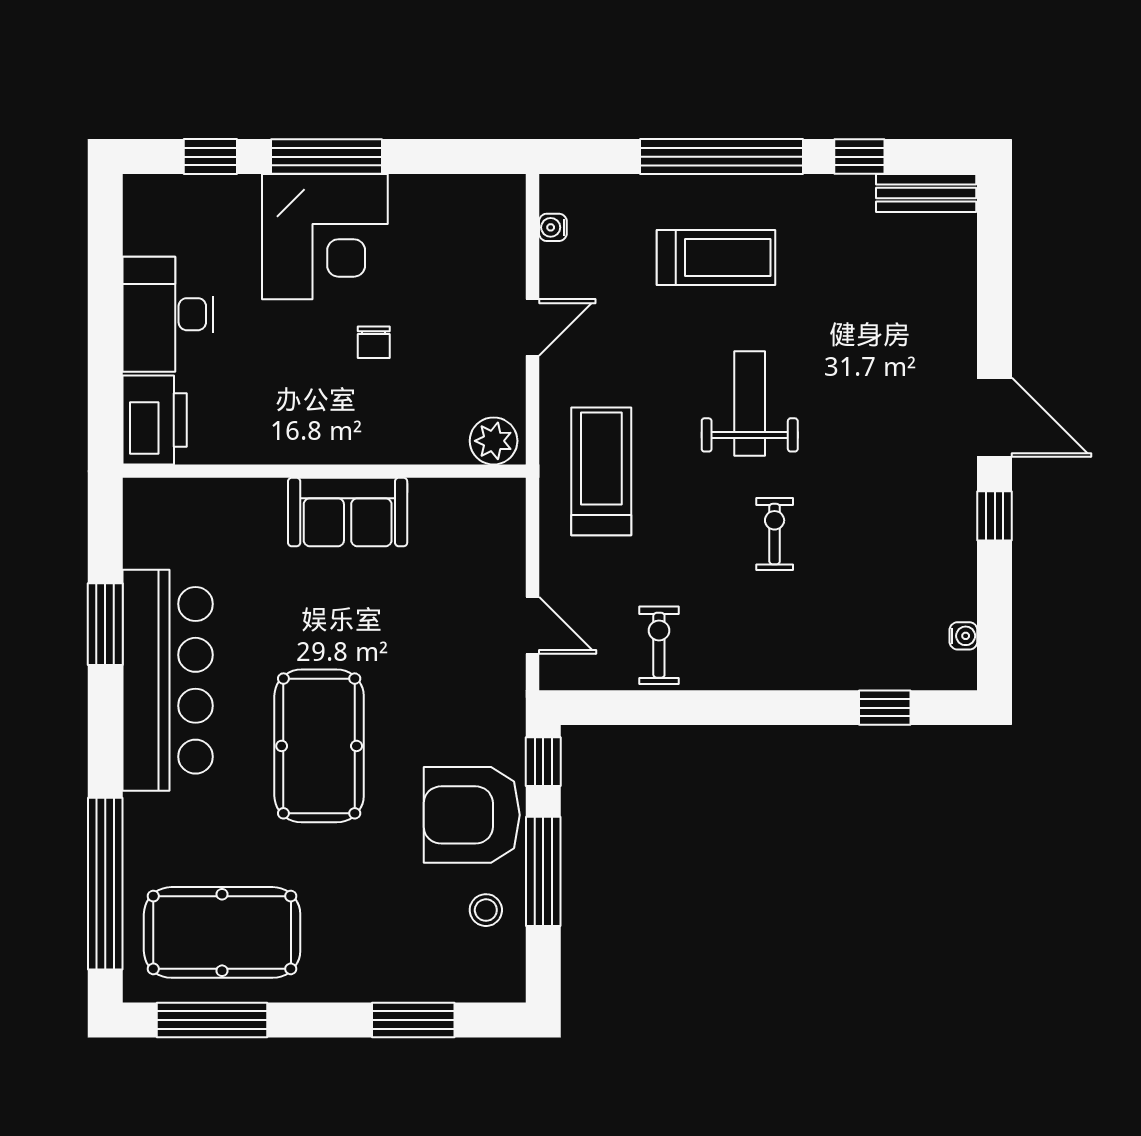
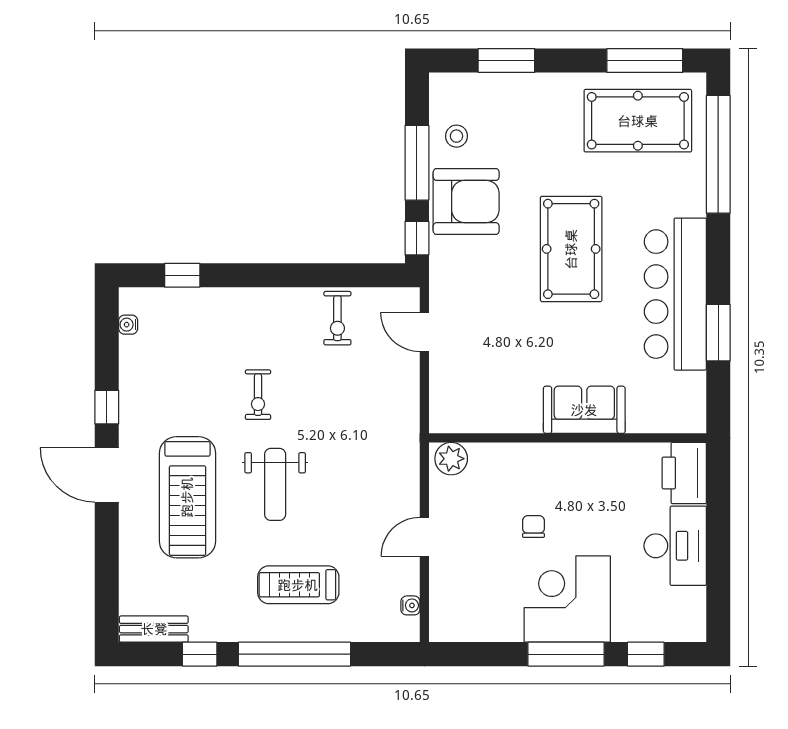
treadmill: (601, 471) -> (187, 497), moved, width x1.37, depth x1.38
sofa: (348, 512) -> (584, 410), moved

